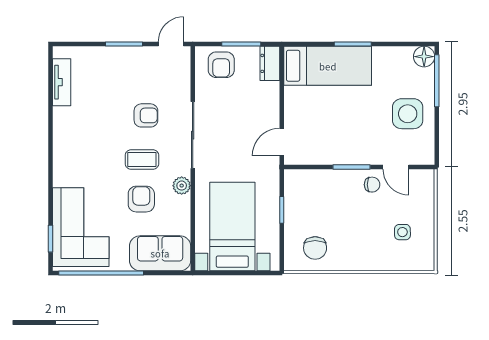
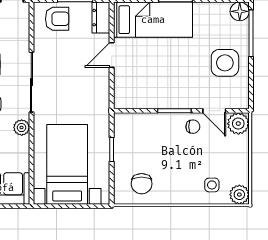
armchair: (221, 65) -> (57, 19), turned -90
door: (282, 142) -> (112, 55), moved
plant: (422, 181) -> (238, 124), added
side table: (402, 232) -> (212, 185), moved
plant: (424, 260) -> (239, 195), added

